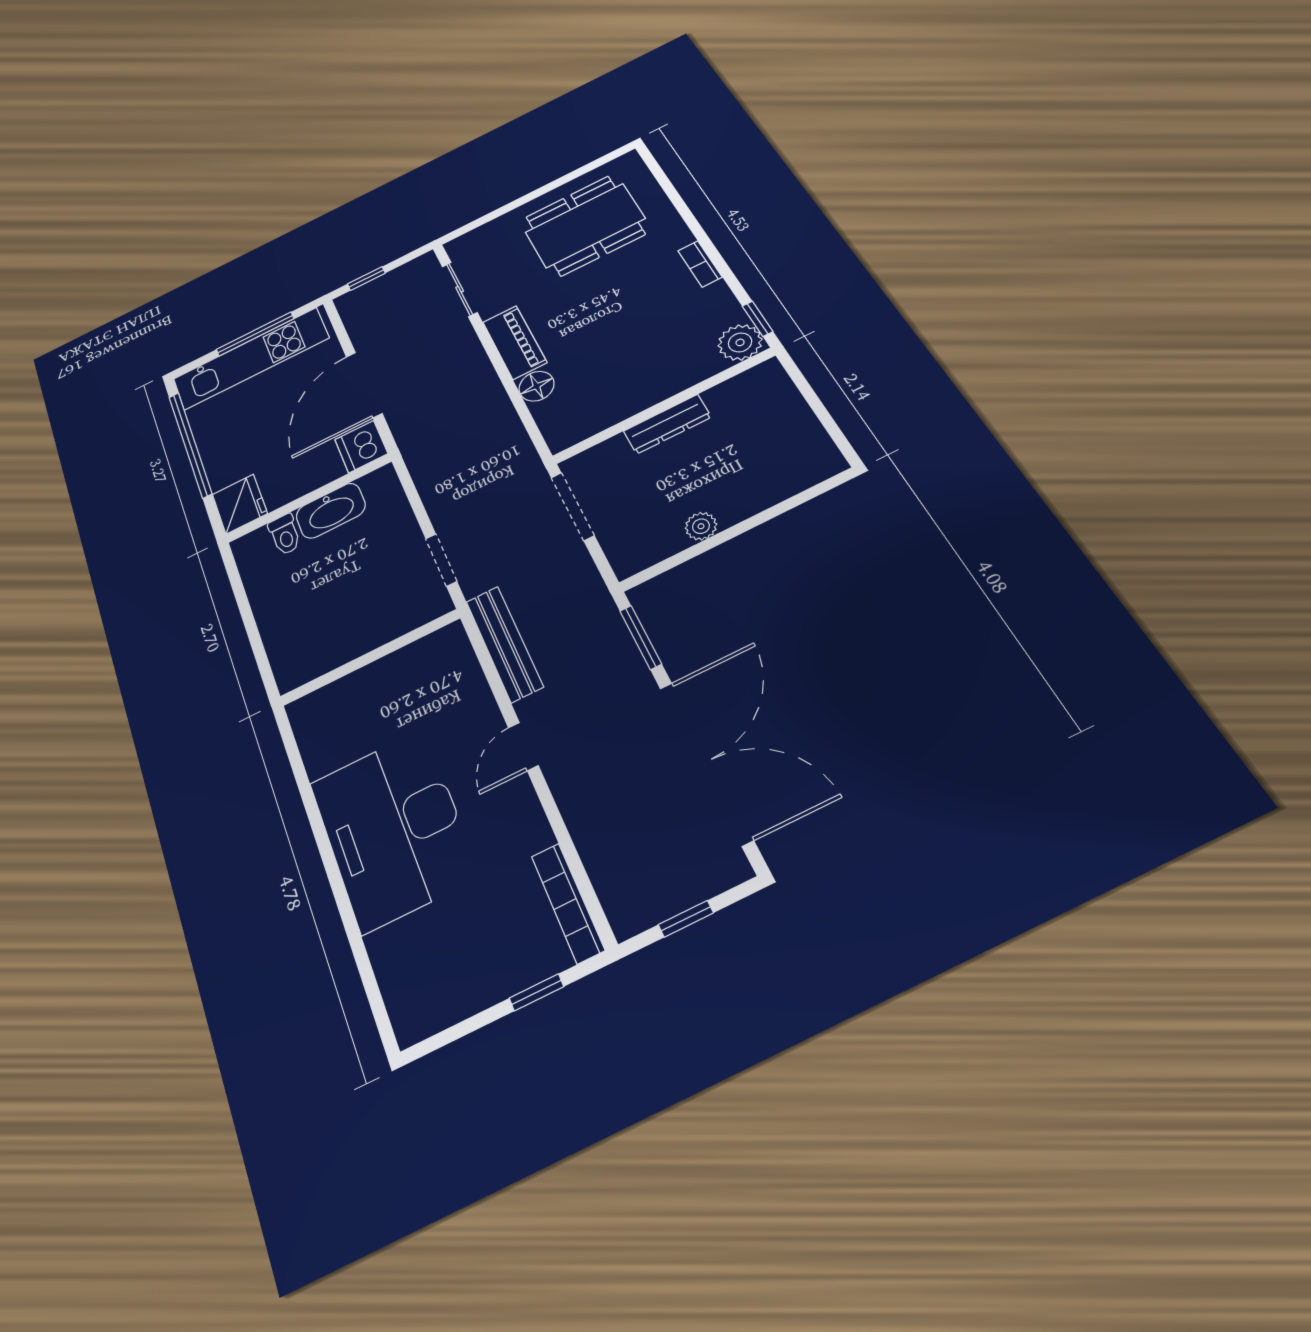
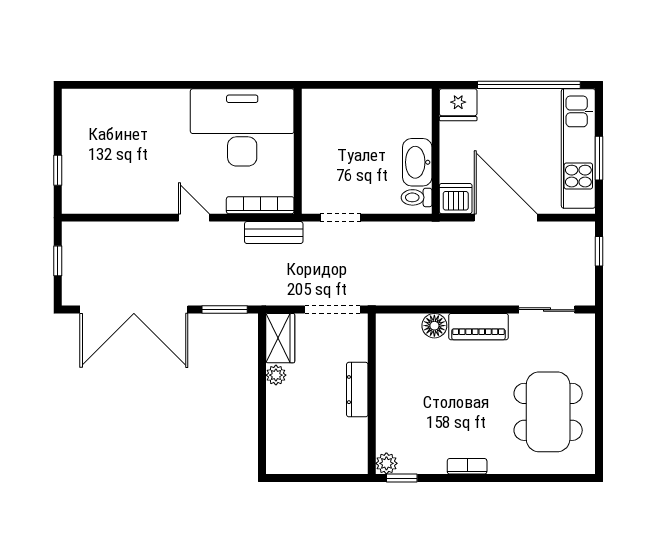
window: (255, 334) -> (599, 158), width x0.69
plant: (740, 342) -> (386, 463), width x0.73, depth x0.73
toilet: (285, 535) -> (417, 197), moved
wardrobe: (645, 547) -> (280, 338), added
bench: (504, 644) -> (274, 233), width x0.73
desk: (393, 829) -> (242, 127), moved
bookcase: (568, 903) -> (260, 205), moved

